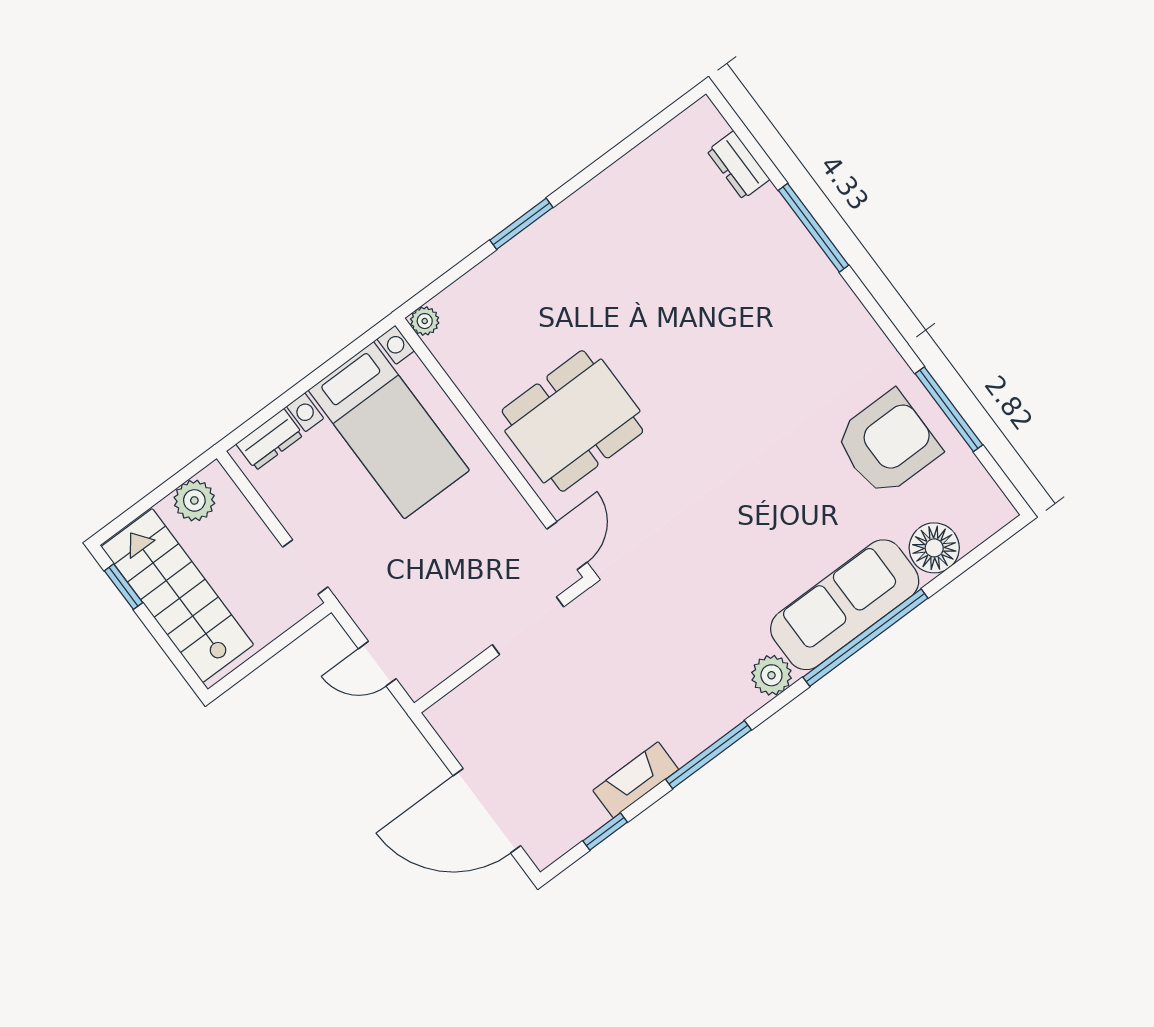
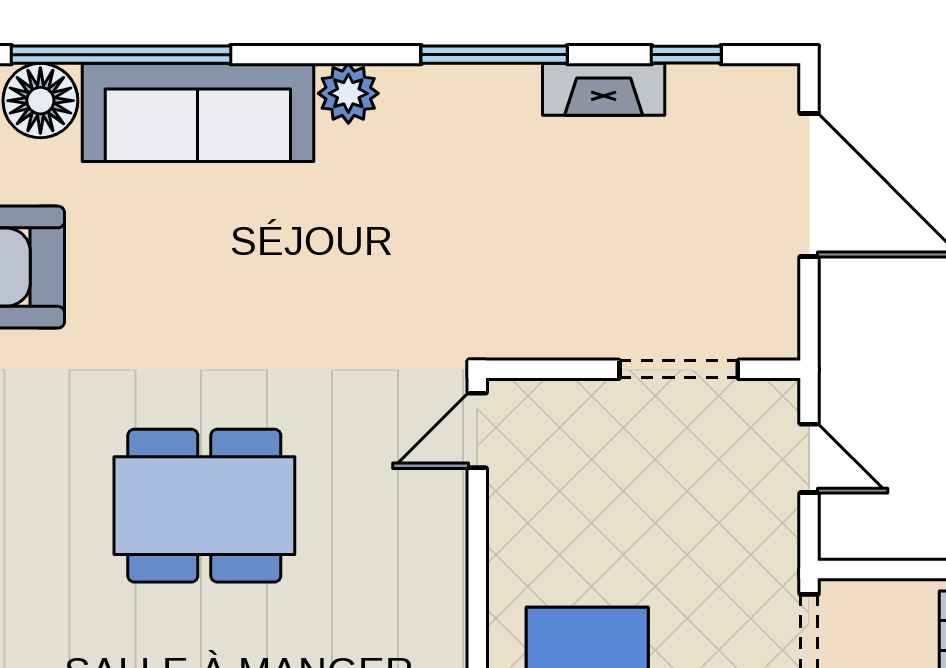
dining table: (572, 421) -> (204, 506), moved
doorway: (528, 626) -> (679, 369), moved
window: (865, 638) -> (121, 55), moved

